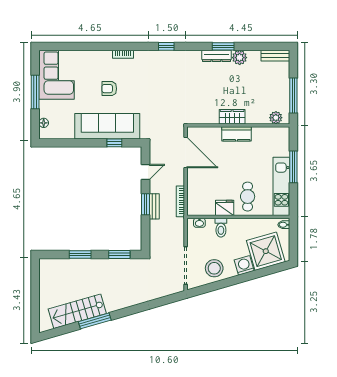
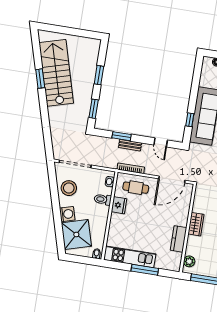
kitchen counter: (236, 134) -> (179, 239), moved
cafe table: (248, 197) -> (136, 188), moved
window: (146, 204) -> (122, 136), moved
stairs: (77, 311) -> (56, 73), width x1.36, depth x1.51
window: (95, 321) -> (40, 79), width x0.69

